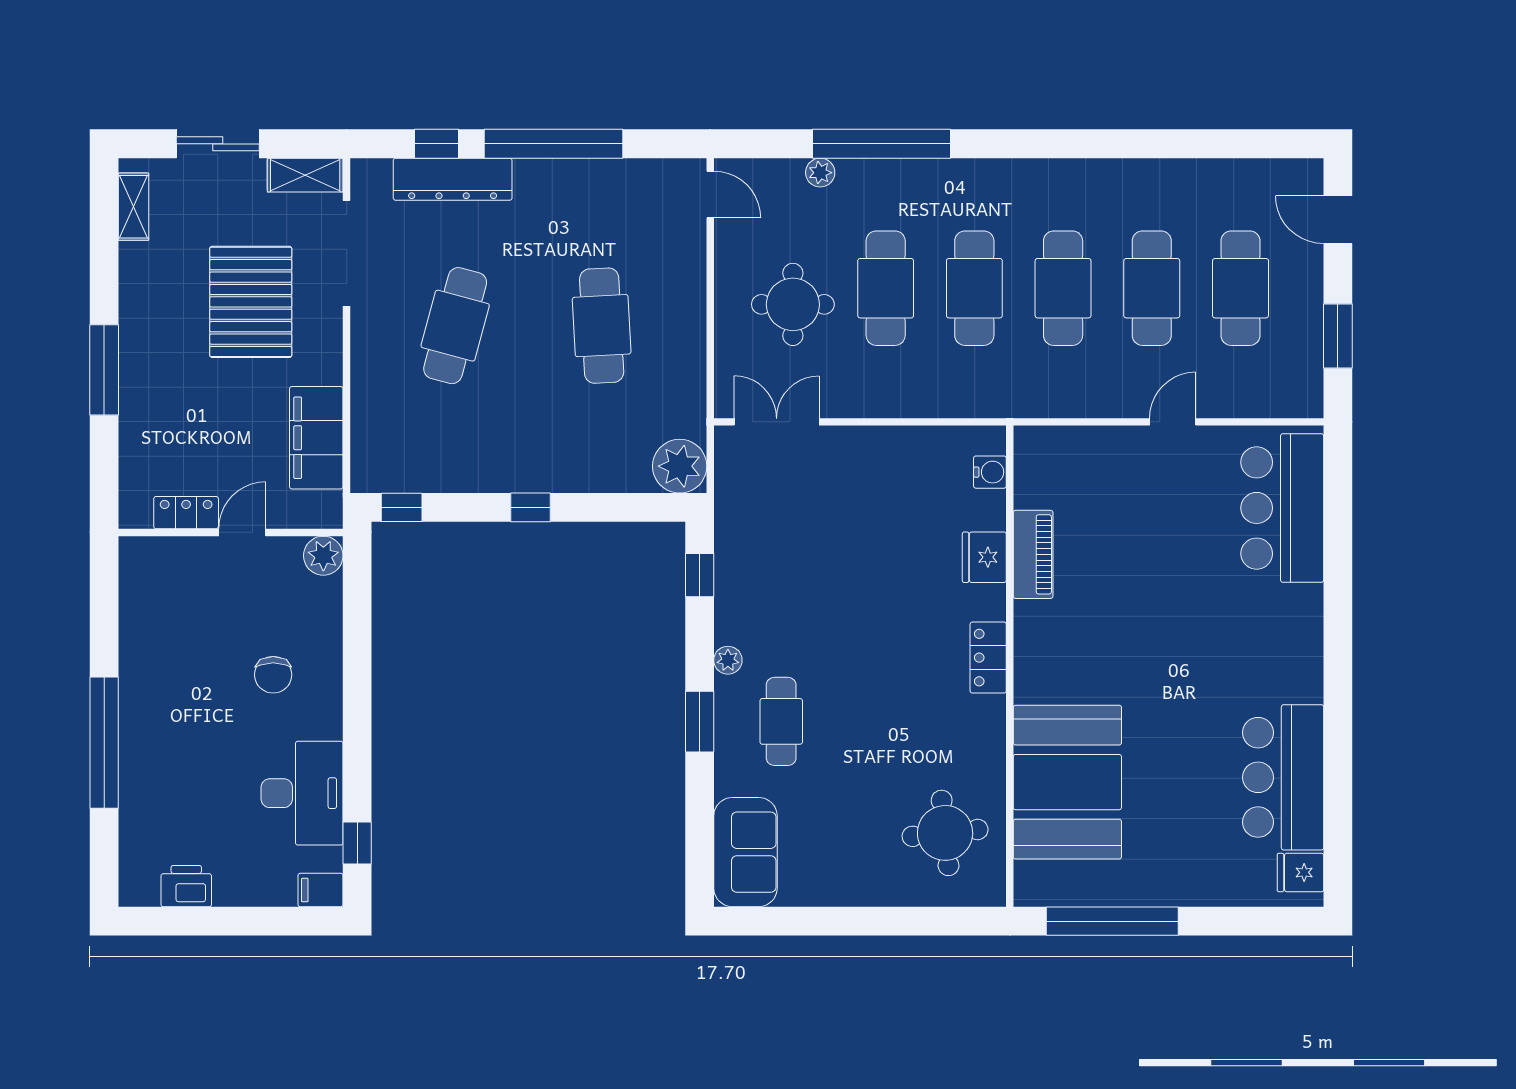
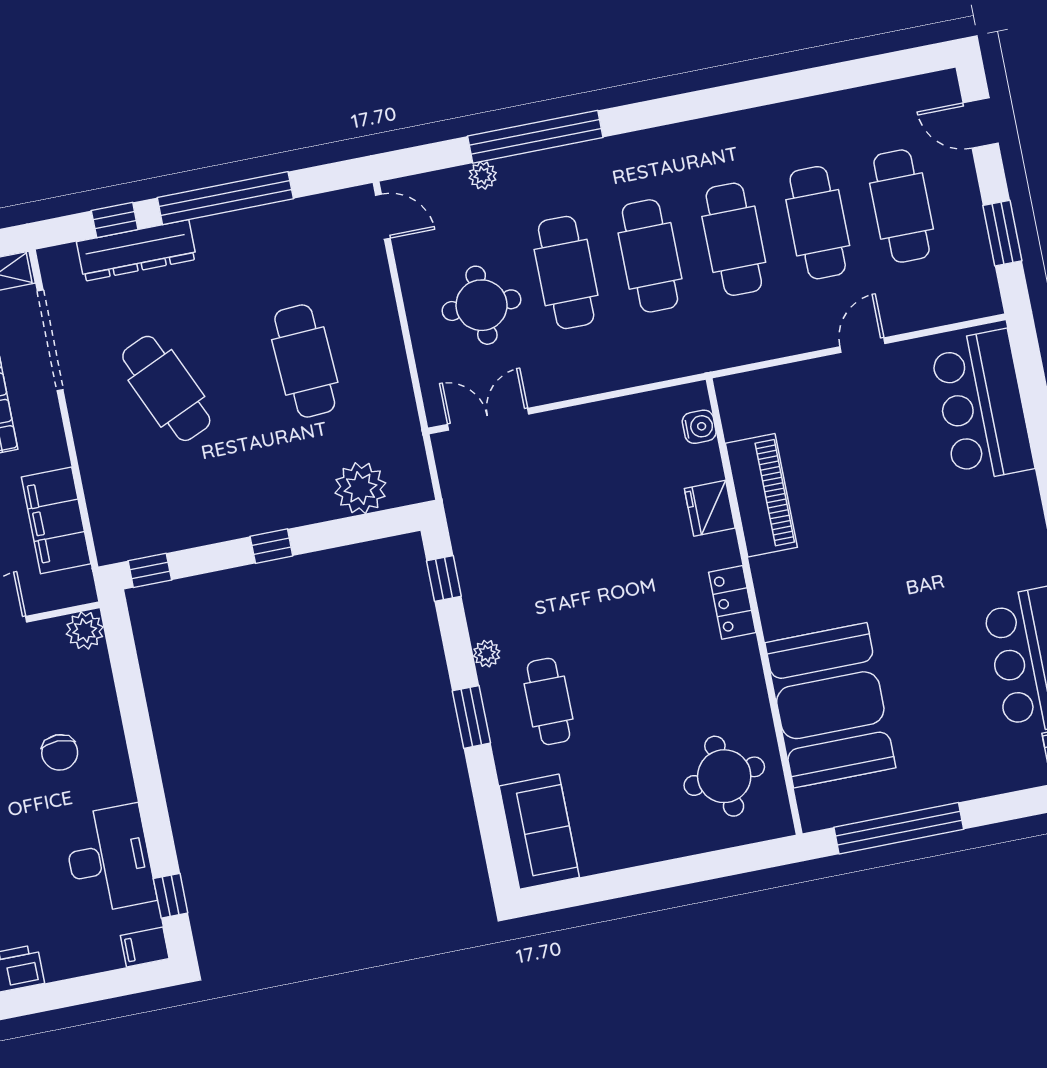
cafe table: (455, 326) -> (166, 388), turned -39
plant: (680, 466) -> (360, 488), moved
piano: (1033, 554) -> (761, 495), width x1.37, depth x1.33

